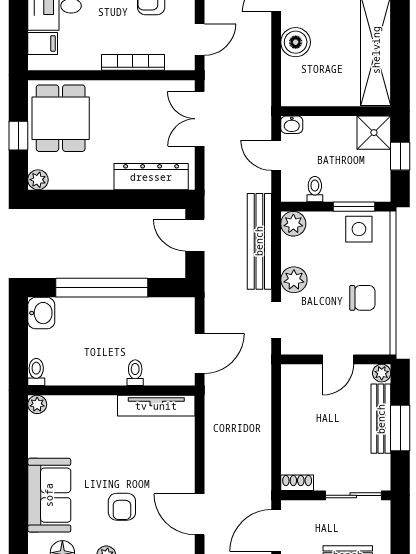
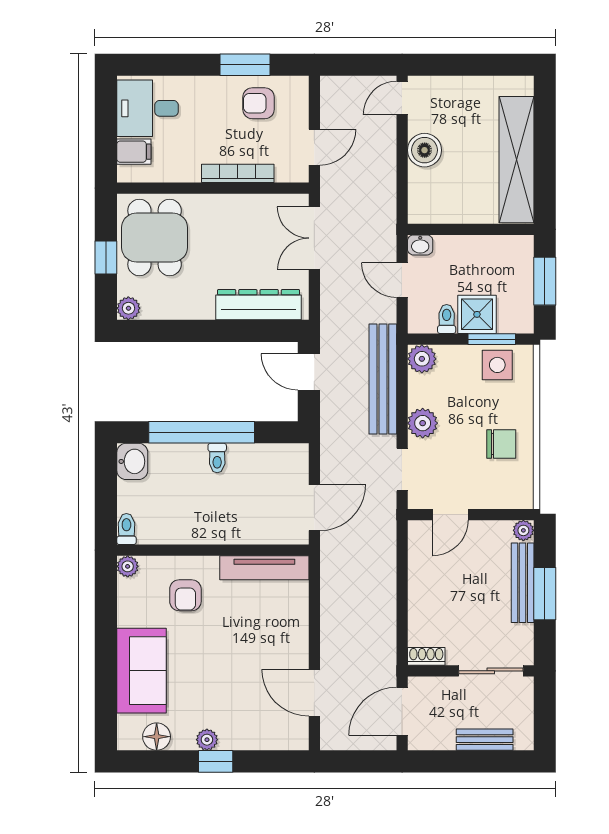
shower: (374, 133) -> (477, 314), moved
window: (400, 156) -> (545, 281), width x1.50
door: (338, 359) -> (450, 515), moved
toilet: (135, 373) -> (217, 458), moved, turned 180
armchair: (122, 507) -> (185, 595), moved

